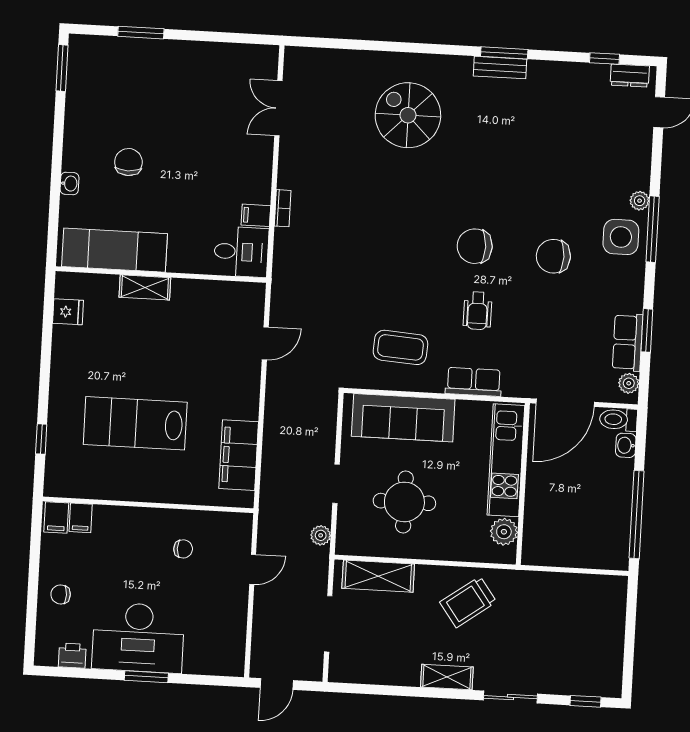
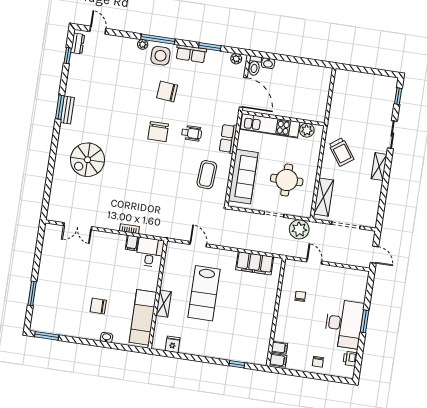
chair: (553, 256) -> (167, 91), turned 95
row of seats: (628, 342) -> (191, 54), moved
lab bench: (135, 423) -> (204, 293), moved
window: (637, 515) -> (304, 61), removed
plant: (321, 535) -> (299, 229), width x1.87, depth x1.87

